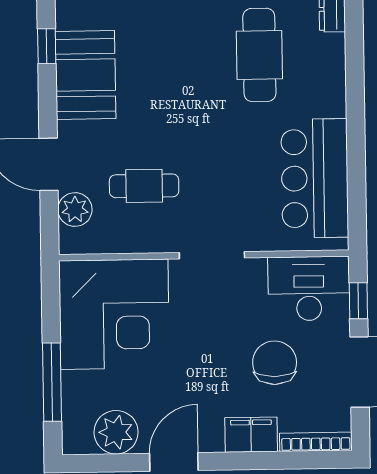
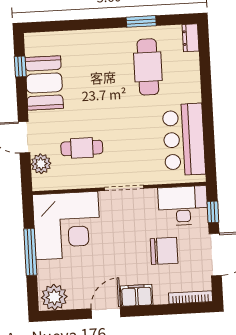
chair: (275, 363) -> (164, 251), turned 90
window: (52, 382) -> (30, 252), moved
plant: (116, 432) -> (54, 297), moved
filing cabinet: (251, 435) -> (137, 295), moved

